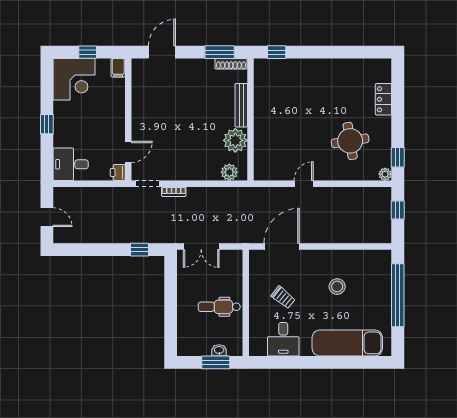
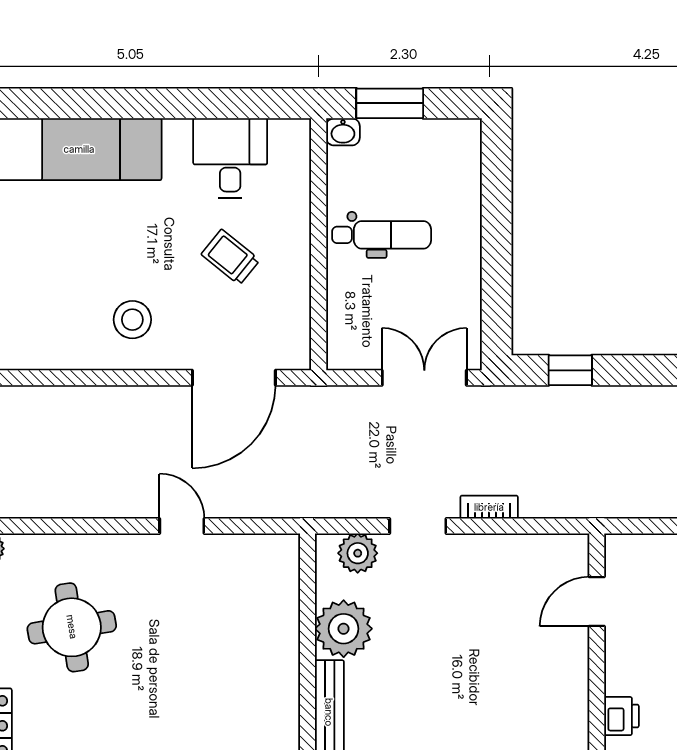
printer: (118, 173) -> (621, 716), moved
doorway: (147, 184) -> (418, 526), moved
door: (304, 184) -> (182, 526), swing flipped
stool: (337, 287) -> (132, 320), moved
washbasin: (219, 350) -> (343, 132), moved

